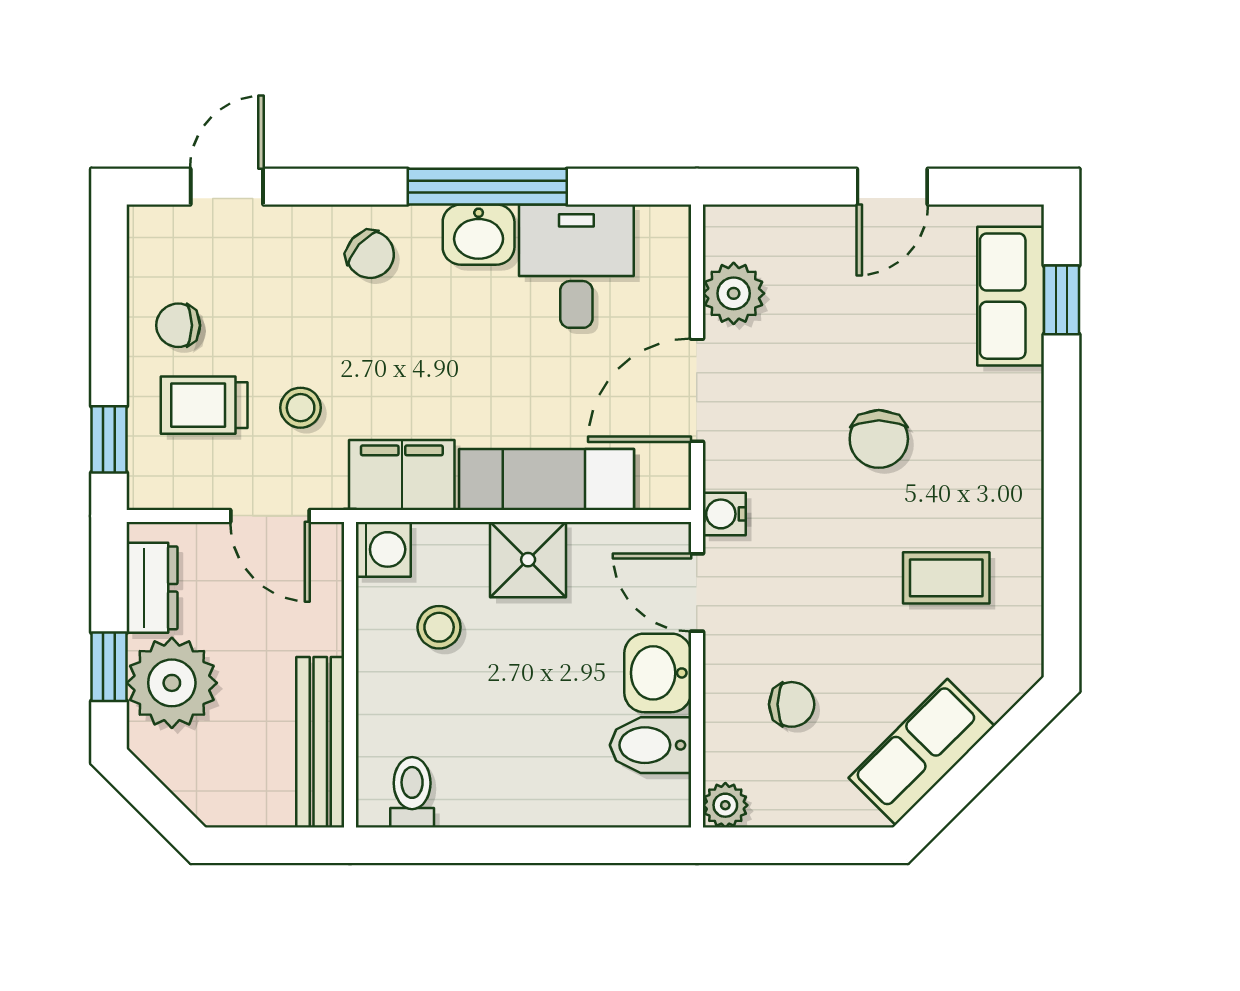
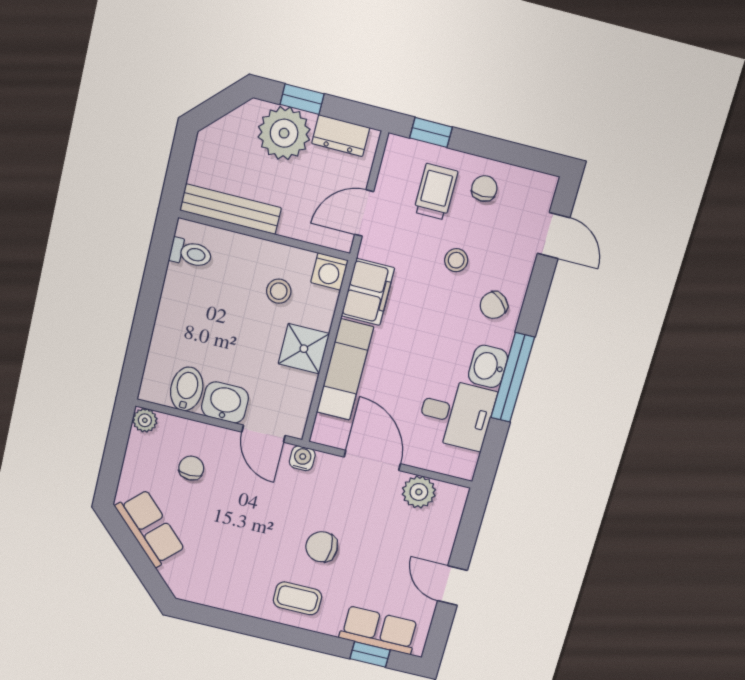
stool: (301, 408) -> (456, 260), moved
coffee table: (946, 578) -> (297, 598), moved, turned 90
door: (697, 593) -> (264, 434), swing flipped
chair: (792, 704) -> (191, 468), turned 180

